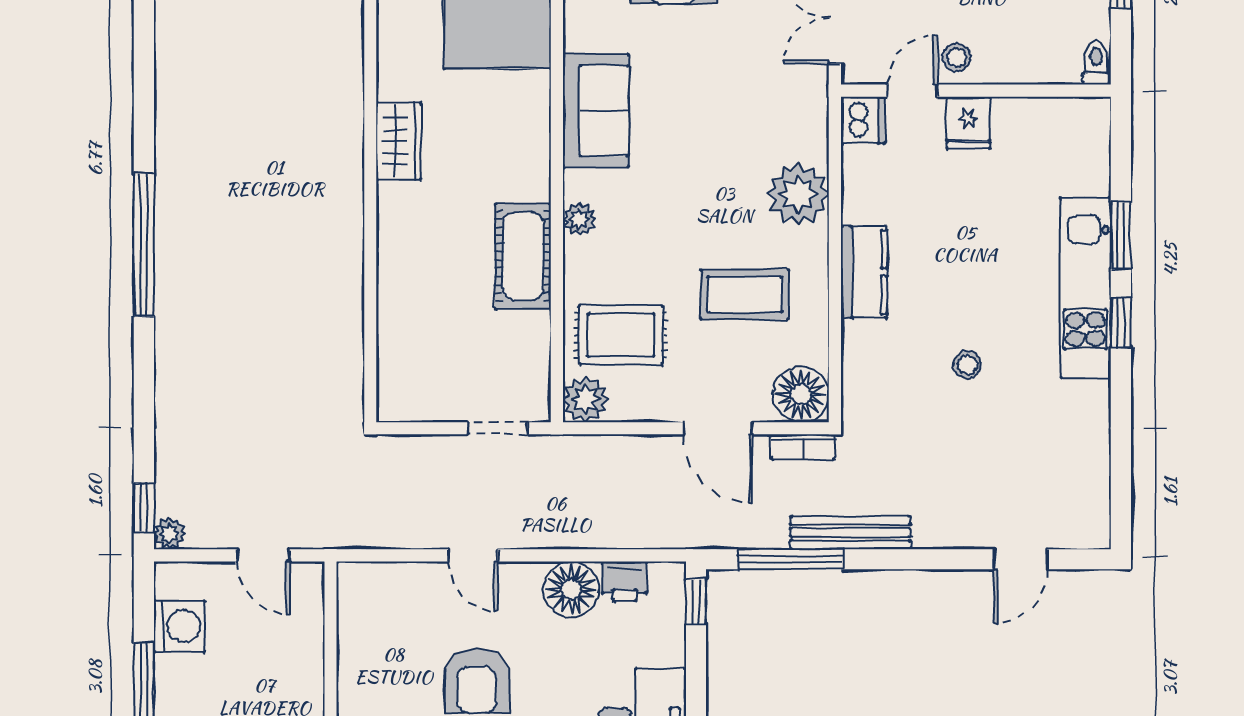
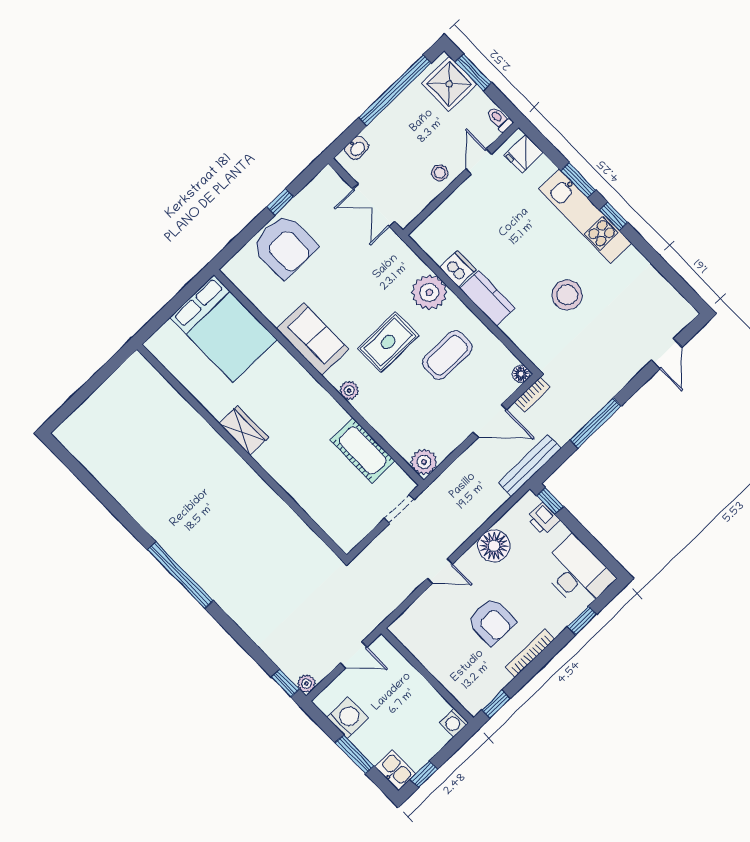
door: (912, 91) -> (479, 162), moved
dishwasher: (863, 120) -> (458, 269), moved
fridge: (968, 123) -> (524, 154), moved, turned 90
cot: (523, 256) -> (363, 451), moved
rug: (621, 335) -> (388, 342), moved
stool: (967, 365) -> (567, 295), width x1.89, depth x1.89
floor lamp: (801, 394) -> (521, 374), width x0.53, depth x0.53
bench: (851, 533) -> (530, 465), moved
window: (791, 559) -> (596, 423), moved
printer: (624, 581) -> (543, 519), moved, turned 90

